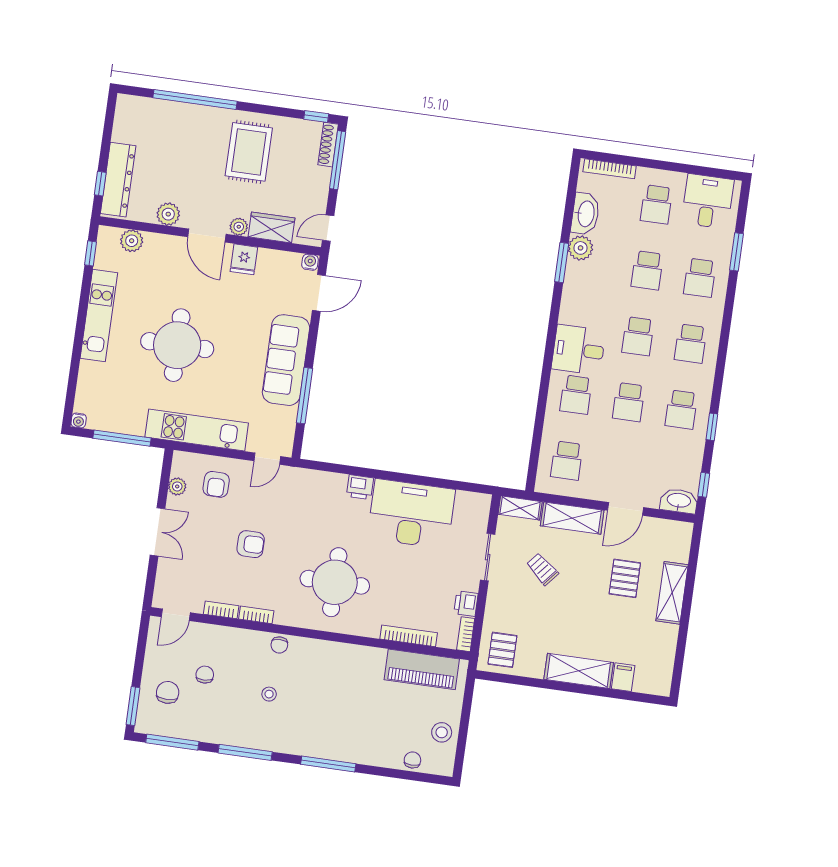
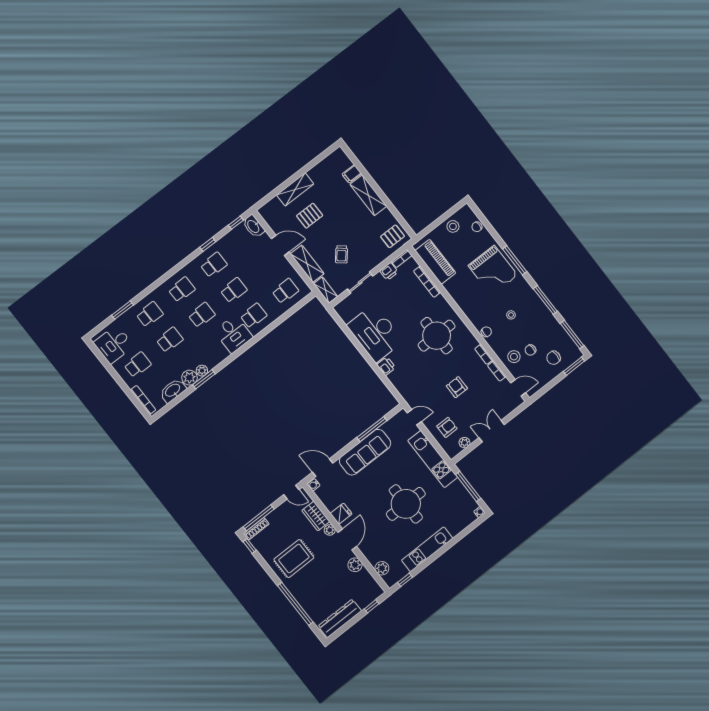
dresser: (118, 180) -> (340, 618), moved
plant: (574, 270) -> (202, 371), added
stool: (217, 647) -> (514, 357), added
grand piano: (343, 726) -> (493, 270), added

